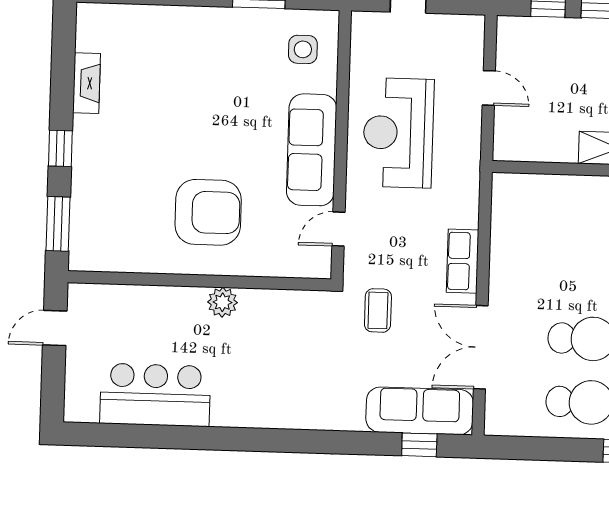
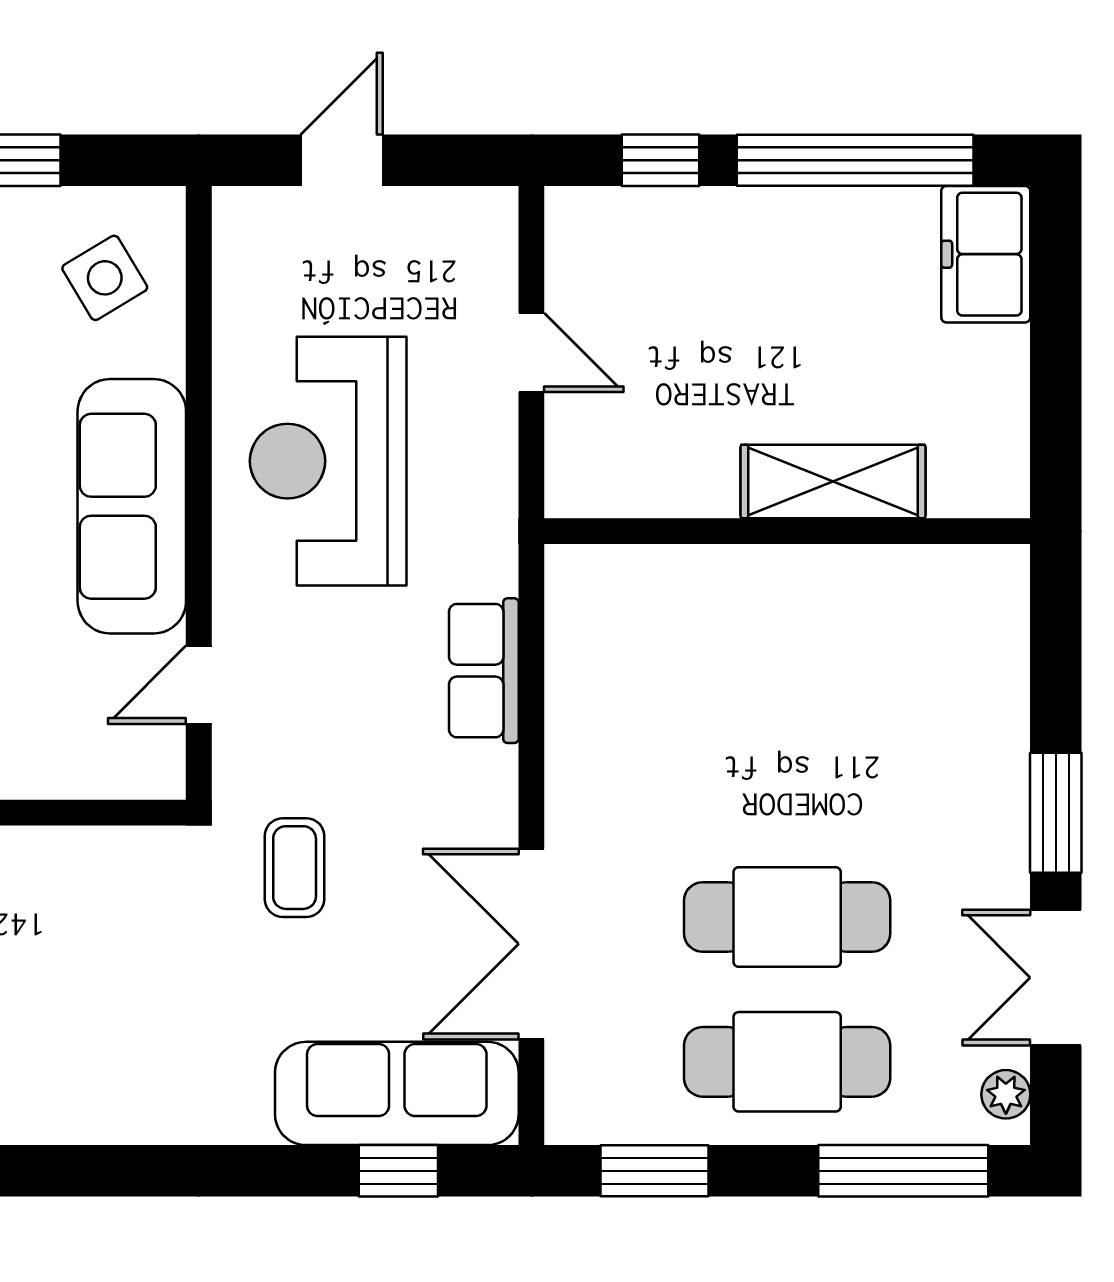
side table: (303, 49) -> (105, 278), turned -31
row of seats: (463, 261) -> (484, 671), moved
window: (532, 448) -> (655, 1171), added

